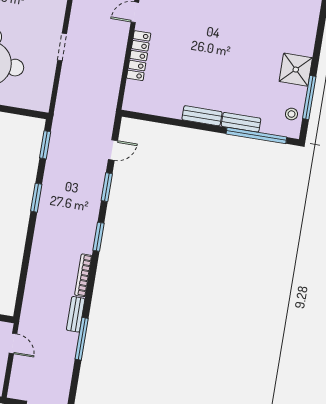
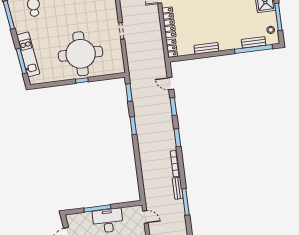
locker: (131, 96) -> (172, 48), added
bench: (202, 116) -> (206, 48), moved
bench: (241, 122) -> (254, 42), moved
door: (113, 150) -> (170, 83), swing flipped

